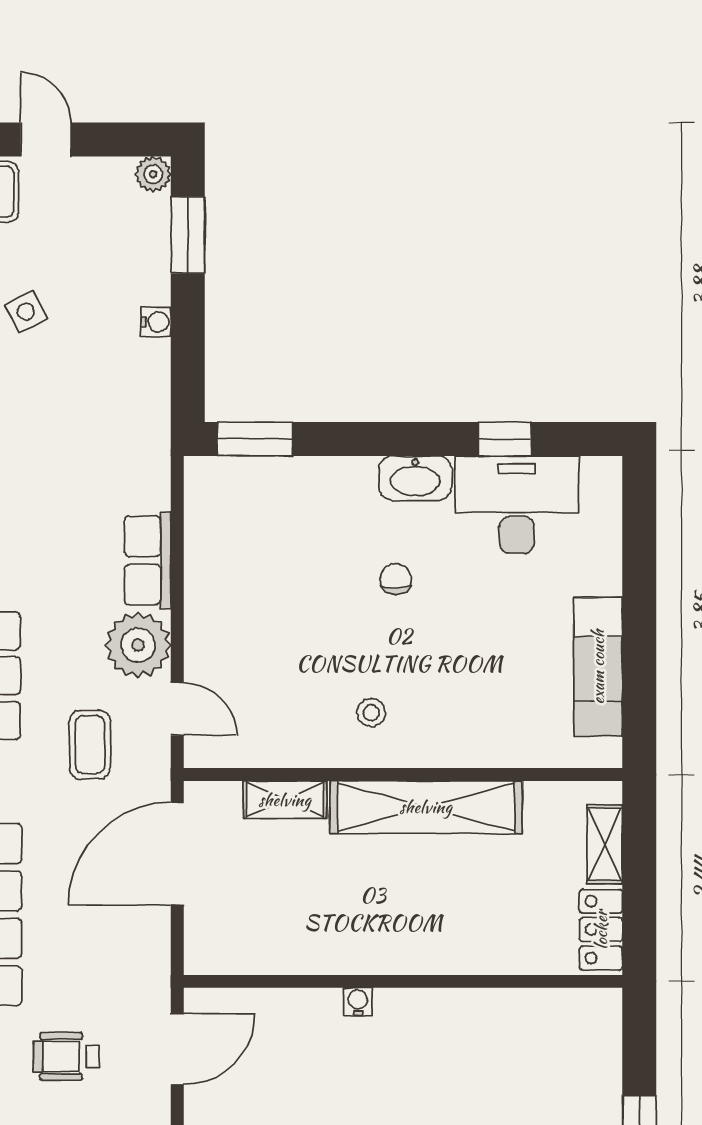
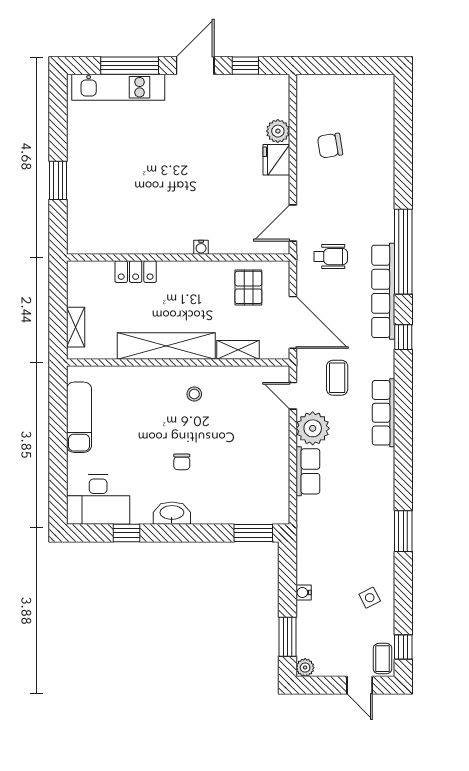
desk: (517, 505) -> (98, 500), moved
door: (177, 854) -> (293, 322), hinge flipped
pallet: (265, 922) -> (248, 287), added
locker: (601, 930) -> (136, 272), moved, turned 90
wheelchair: (66, 1056) -> (331, 257), moved

